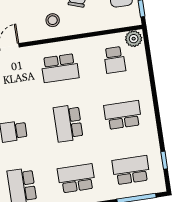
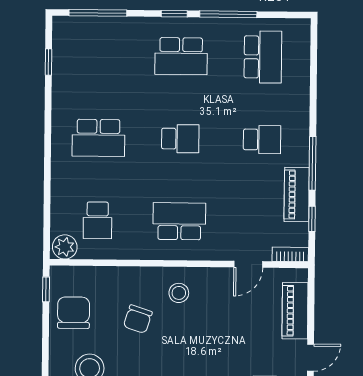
school desk: (115, 60) -> (98, 220), turned 180
school desk: (68, 123) -> (180, 139), width x0.54
school desk: (131, 170) -> (99, 55), removed

